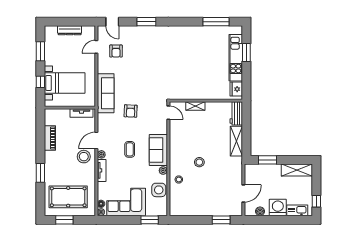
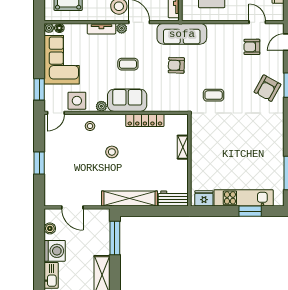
armchair: (149, 39) -> (267, 88), added
coffee table: (154, 81) -> (214, 95), added
sofa: (106, 93) -> (182, 34), moved
door: (168, 113) -> (56, 113), moved
locker: (174, 136) -> (145, 120), added
shelving: (236, 141) -> (129, 199), width x1.47
window: (268, 160) -> (115, 238), width x1.44
window: (221, 220) -> (39, 163), moved

